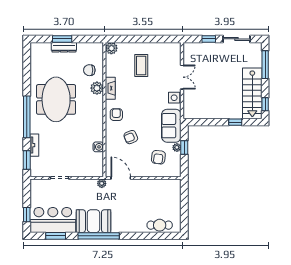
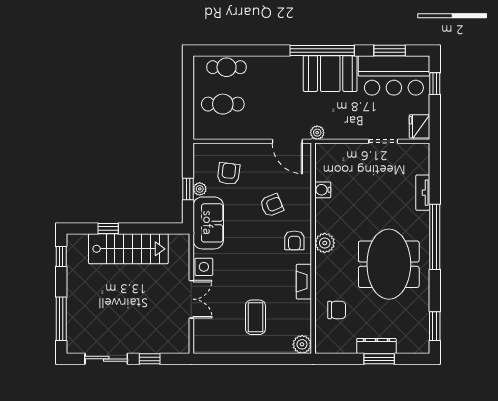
double door: (182, 77) -> (191, 299), swing flipped
plant: (97, 88) -> (325, 243), moved
stairs: (252, 93) -> (128, 249), moved, turned 90
window: (27, 160) -> (435, 326), moved
fridge: (36, 187) -> (419, 126), added
cafe table: (162, 202) -> (223, 104), added

